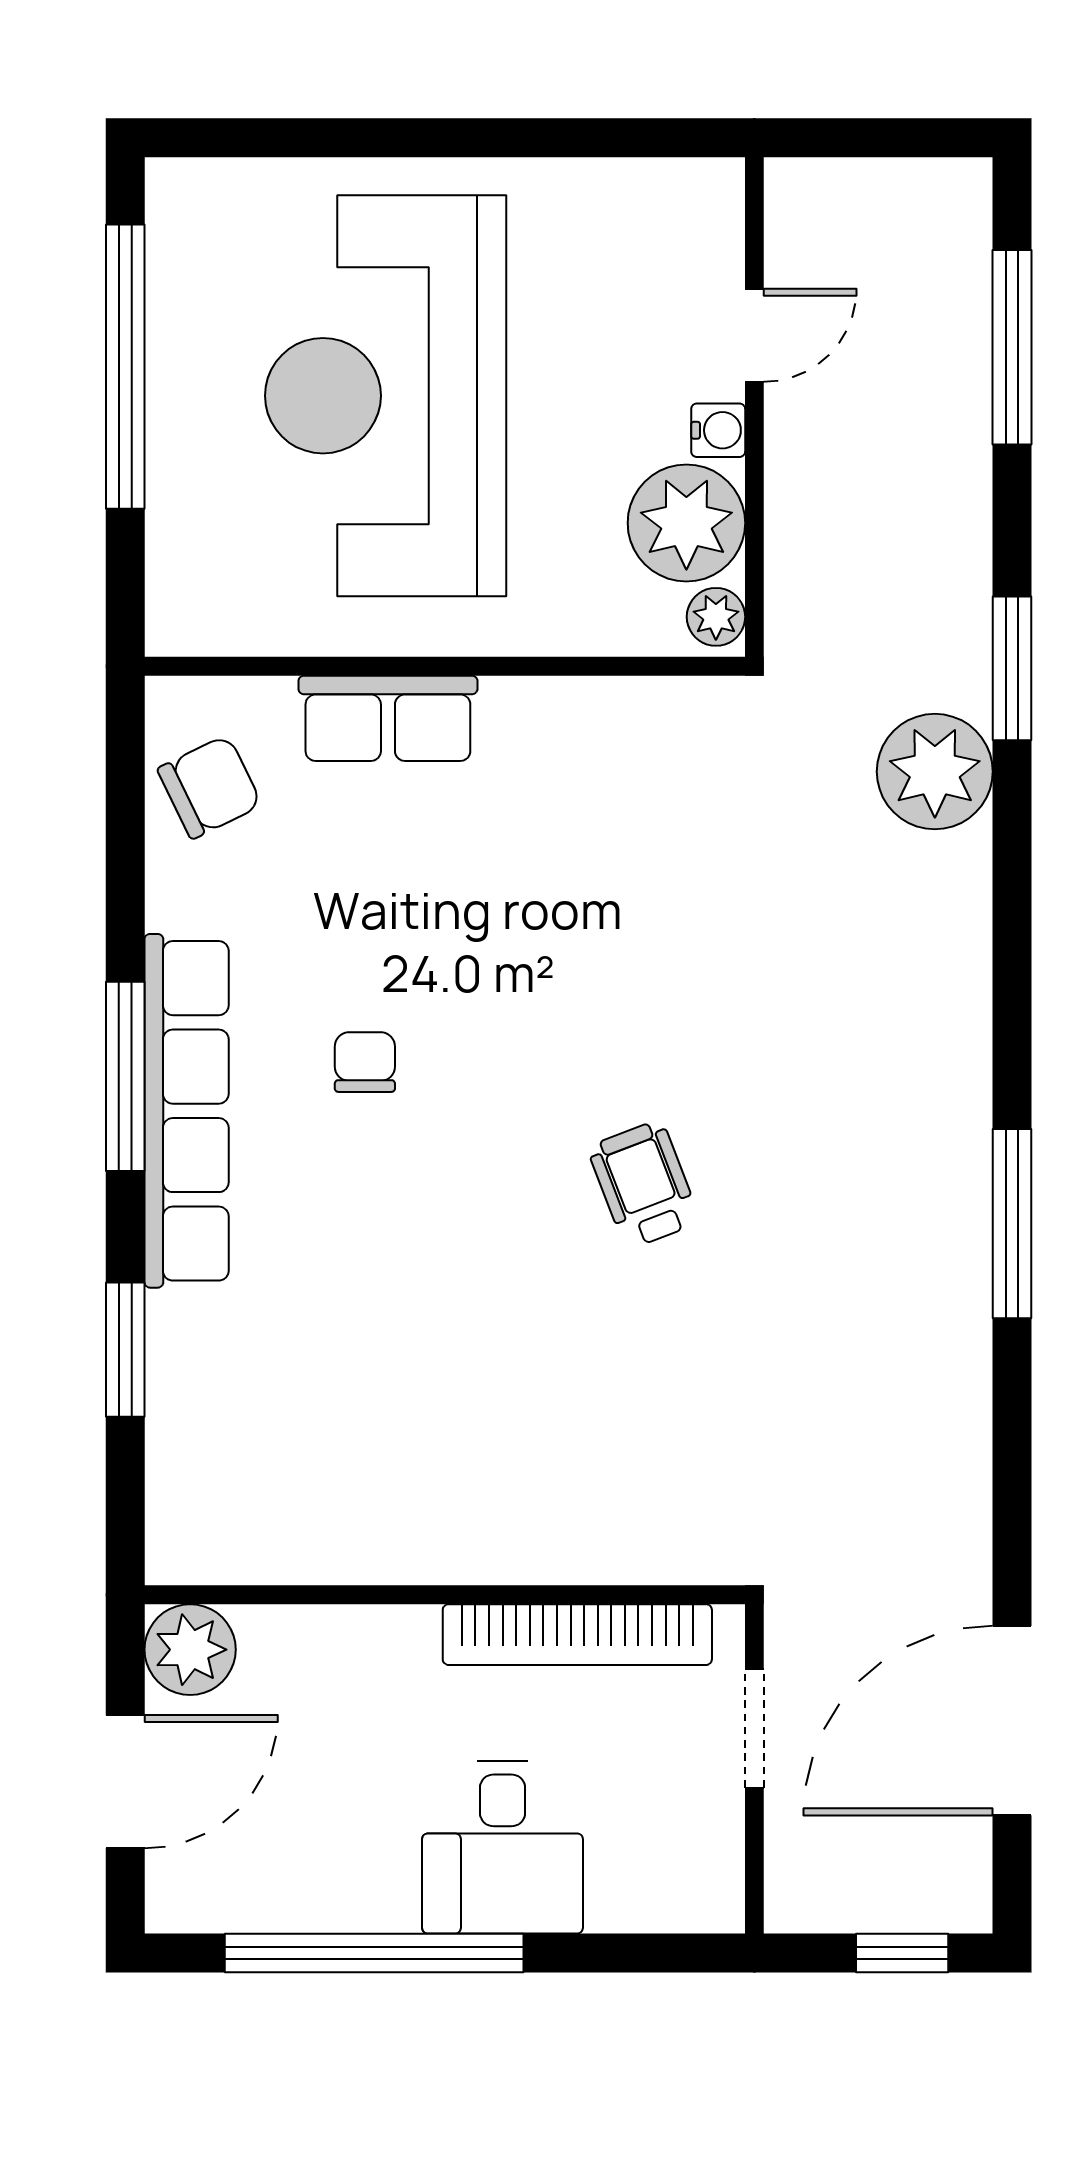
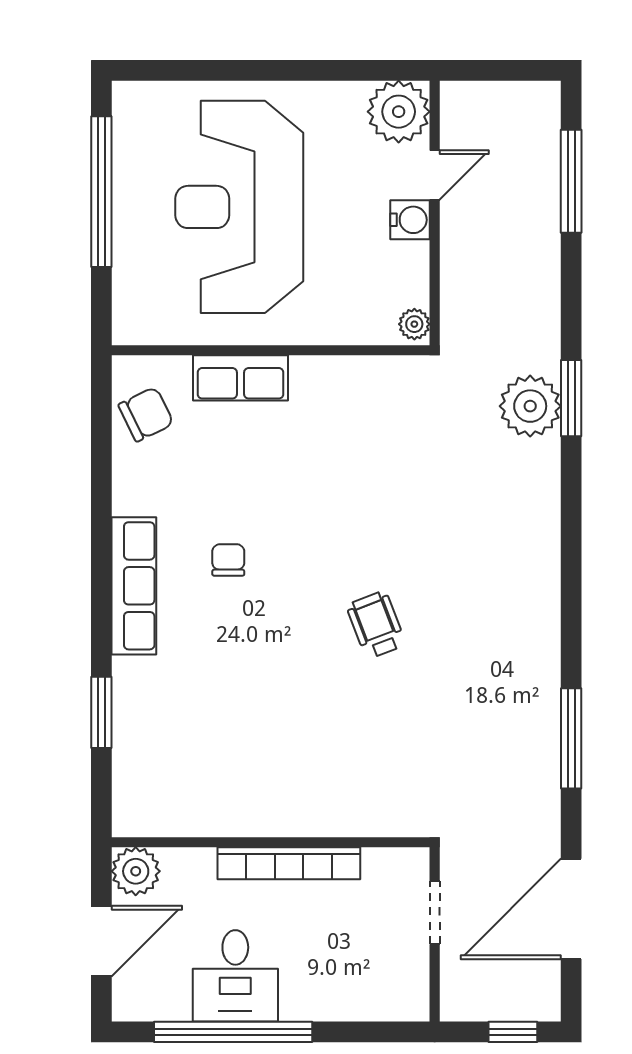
water cooler: (718, 430) -> (410, 220), width x1.38, depth x1.38
plant: (686, 523) -> (399, 112), moved
window: (1012, 668) -> (571, 398), moved
window: (125, 1076) -> (101, 568), removed
row of seats: (187, 1111) -> (134, 586), width x0.73
window: (1012, 1224) -> (571, 738), moved
bookcase: (577, 1635) -> (289, 863), moved
desk: (503, 1847) -> (235, 976), moved

